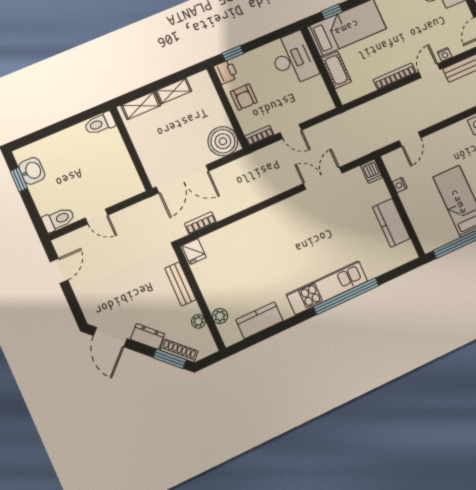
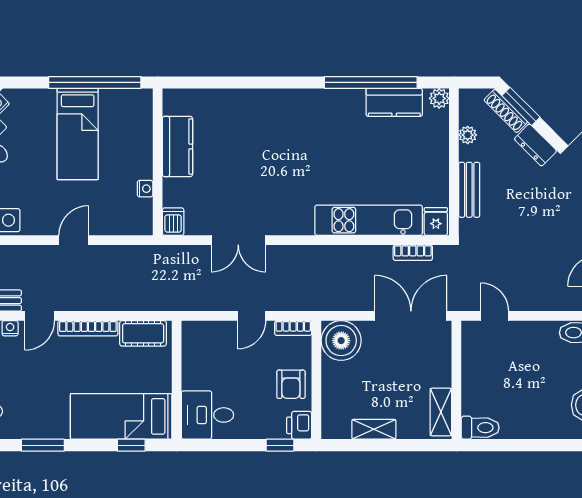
desk: (293, 59) -> (207, 415), width x0.73
cot: (336, 70) -> (143, 333), moved, turned 90
armchair: (244, 97) -> (291, 384), turned 180
shelving: (141, 106) -> (441, 412), moved, turned 90
door: (291, 131) -> (252, 316), swing flipped
door: (410, 139) -> (74, 240), moved
door: (97, 217) -> (494, 316), moved
kitchen unit: (327, 288) -> (369, 220), moved, turned 180
window: (346, 296) -> (371, 82), moved
plant: (220, 316) -> (439, 98), moved

